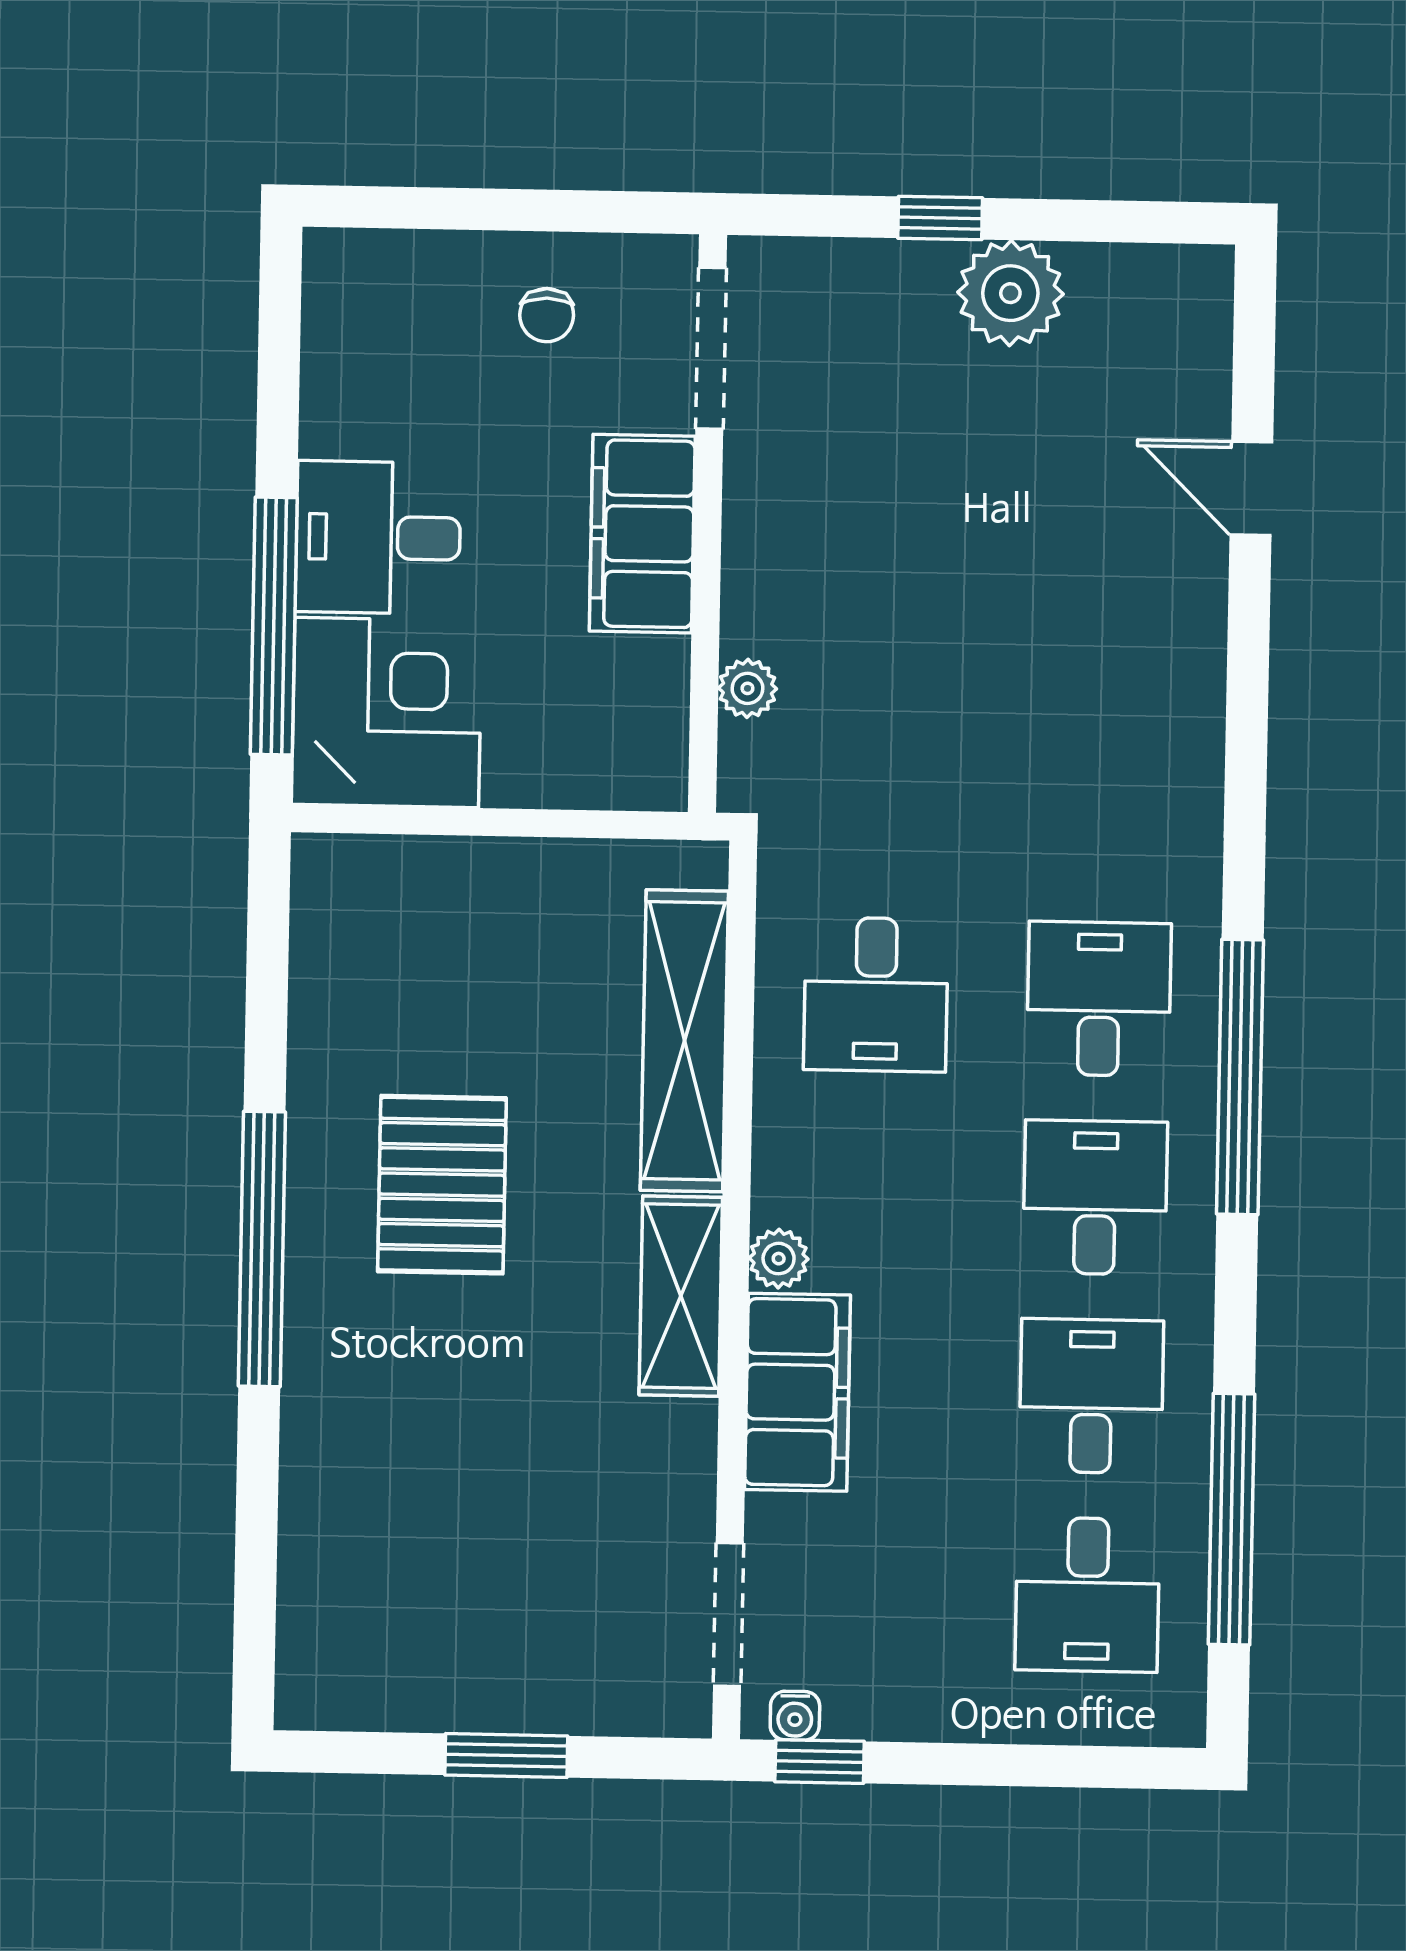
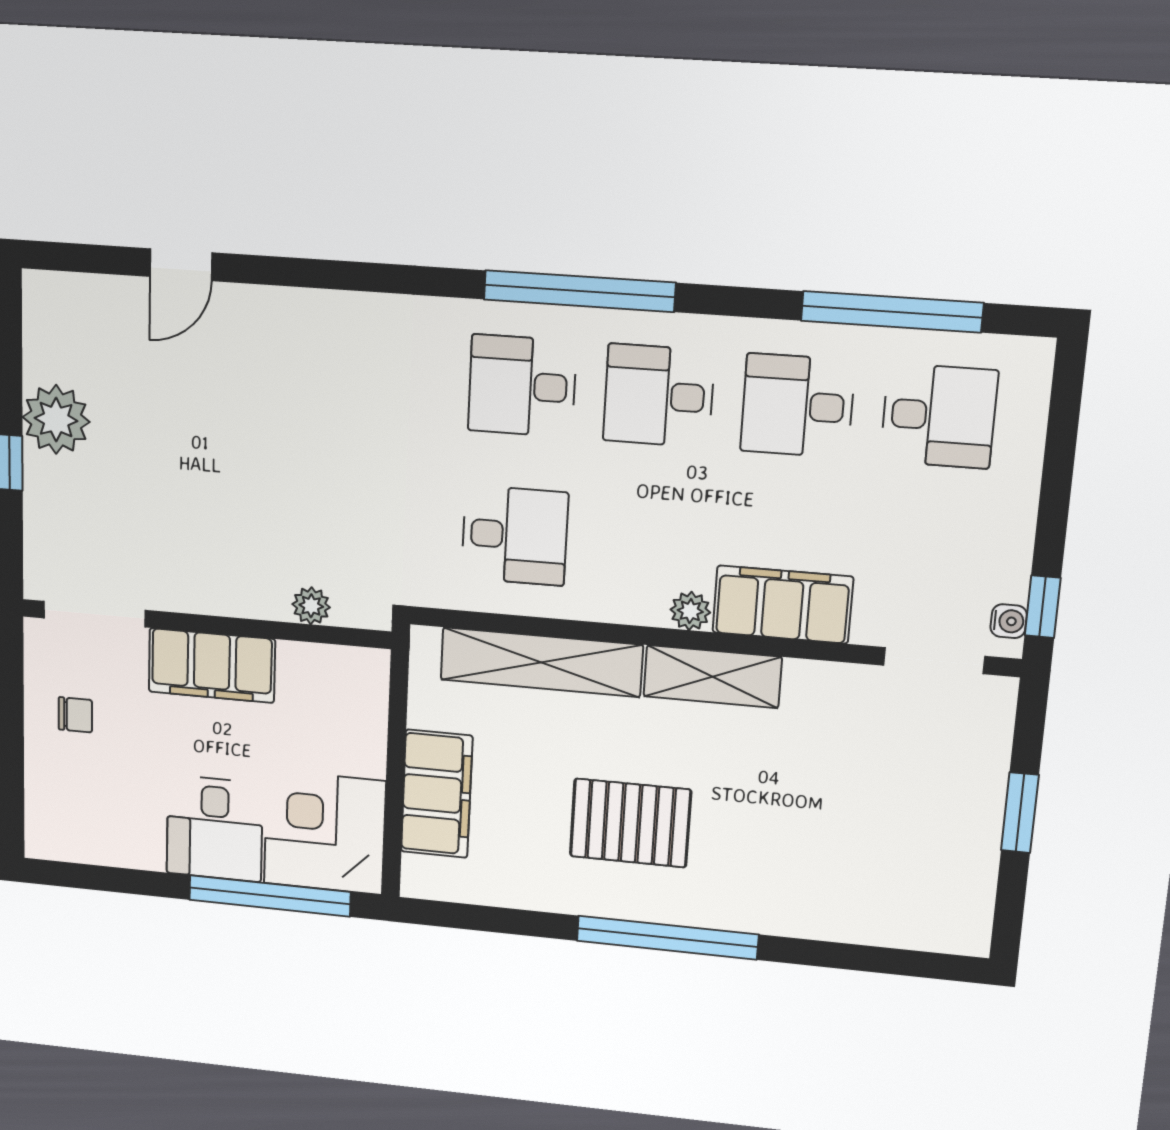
filing cabinet: (464, 887) -> (437, 794), added

